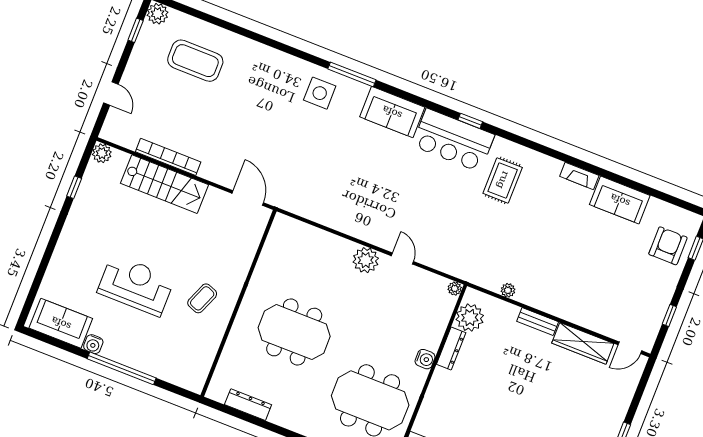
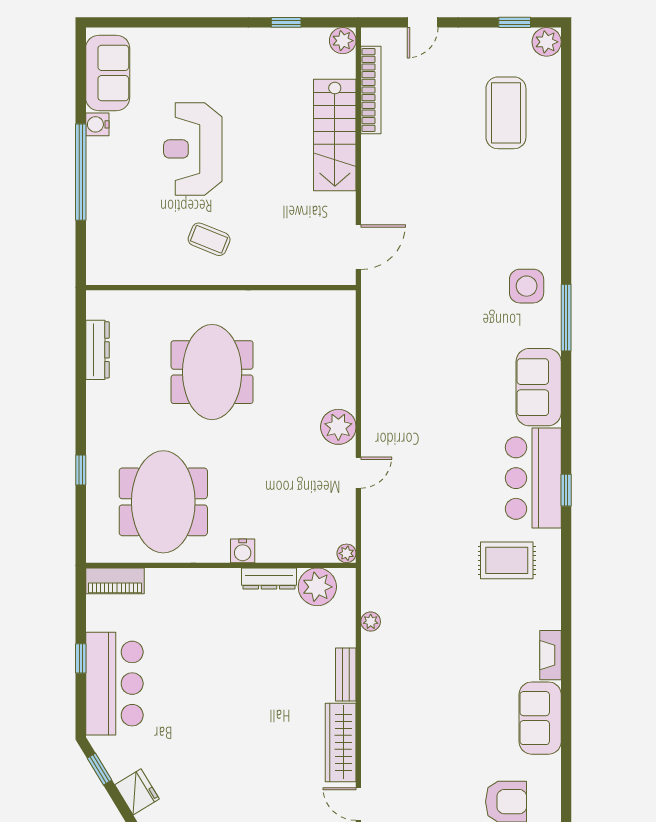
bookcase: (168, 157) -> (371, 90), moved
reception desk: (136, 285) -> (193, 149), turned 180

